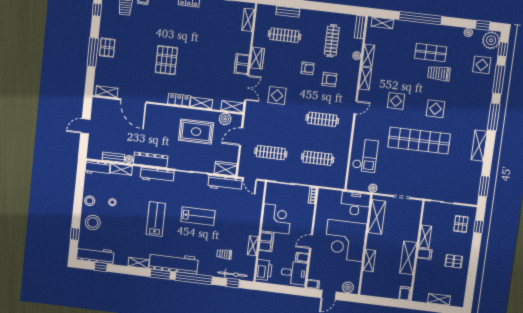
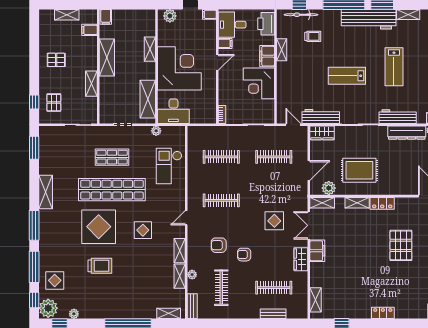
shop shelf: (431, 53) -> (112, 157), moved
display table: (435, 109) -> (99, 227), width x1.86, depth x1.86
filing cabinet: (425, 254) -> (89, 30), moved

